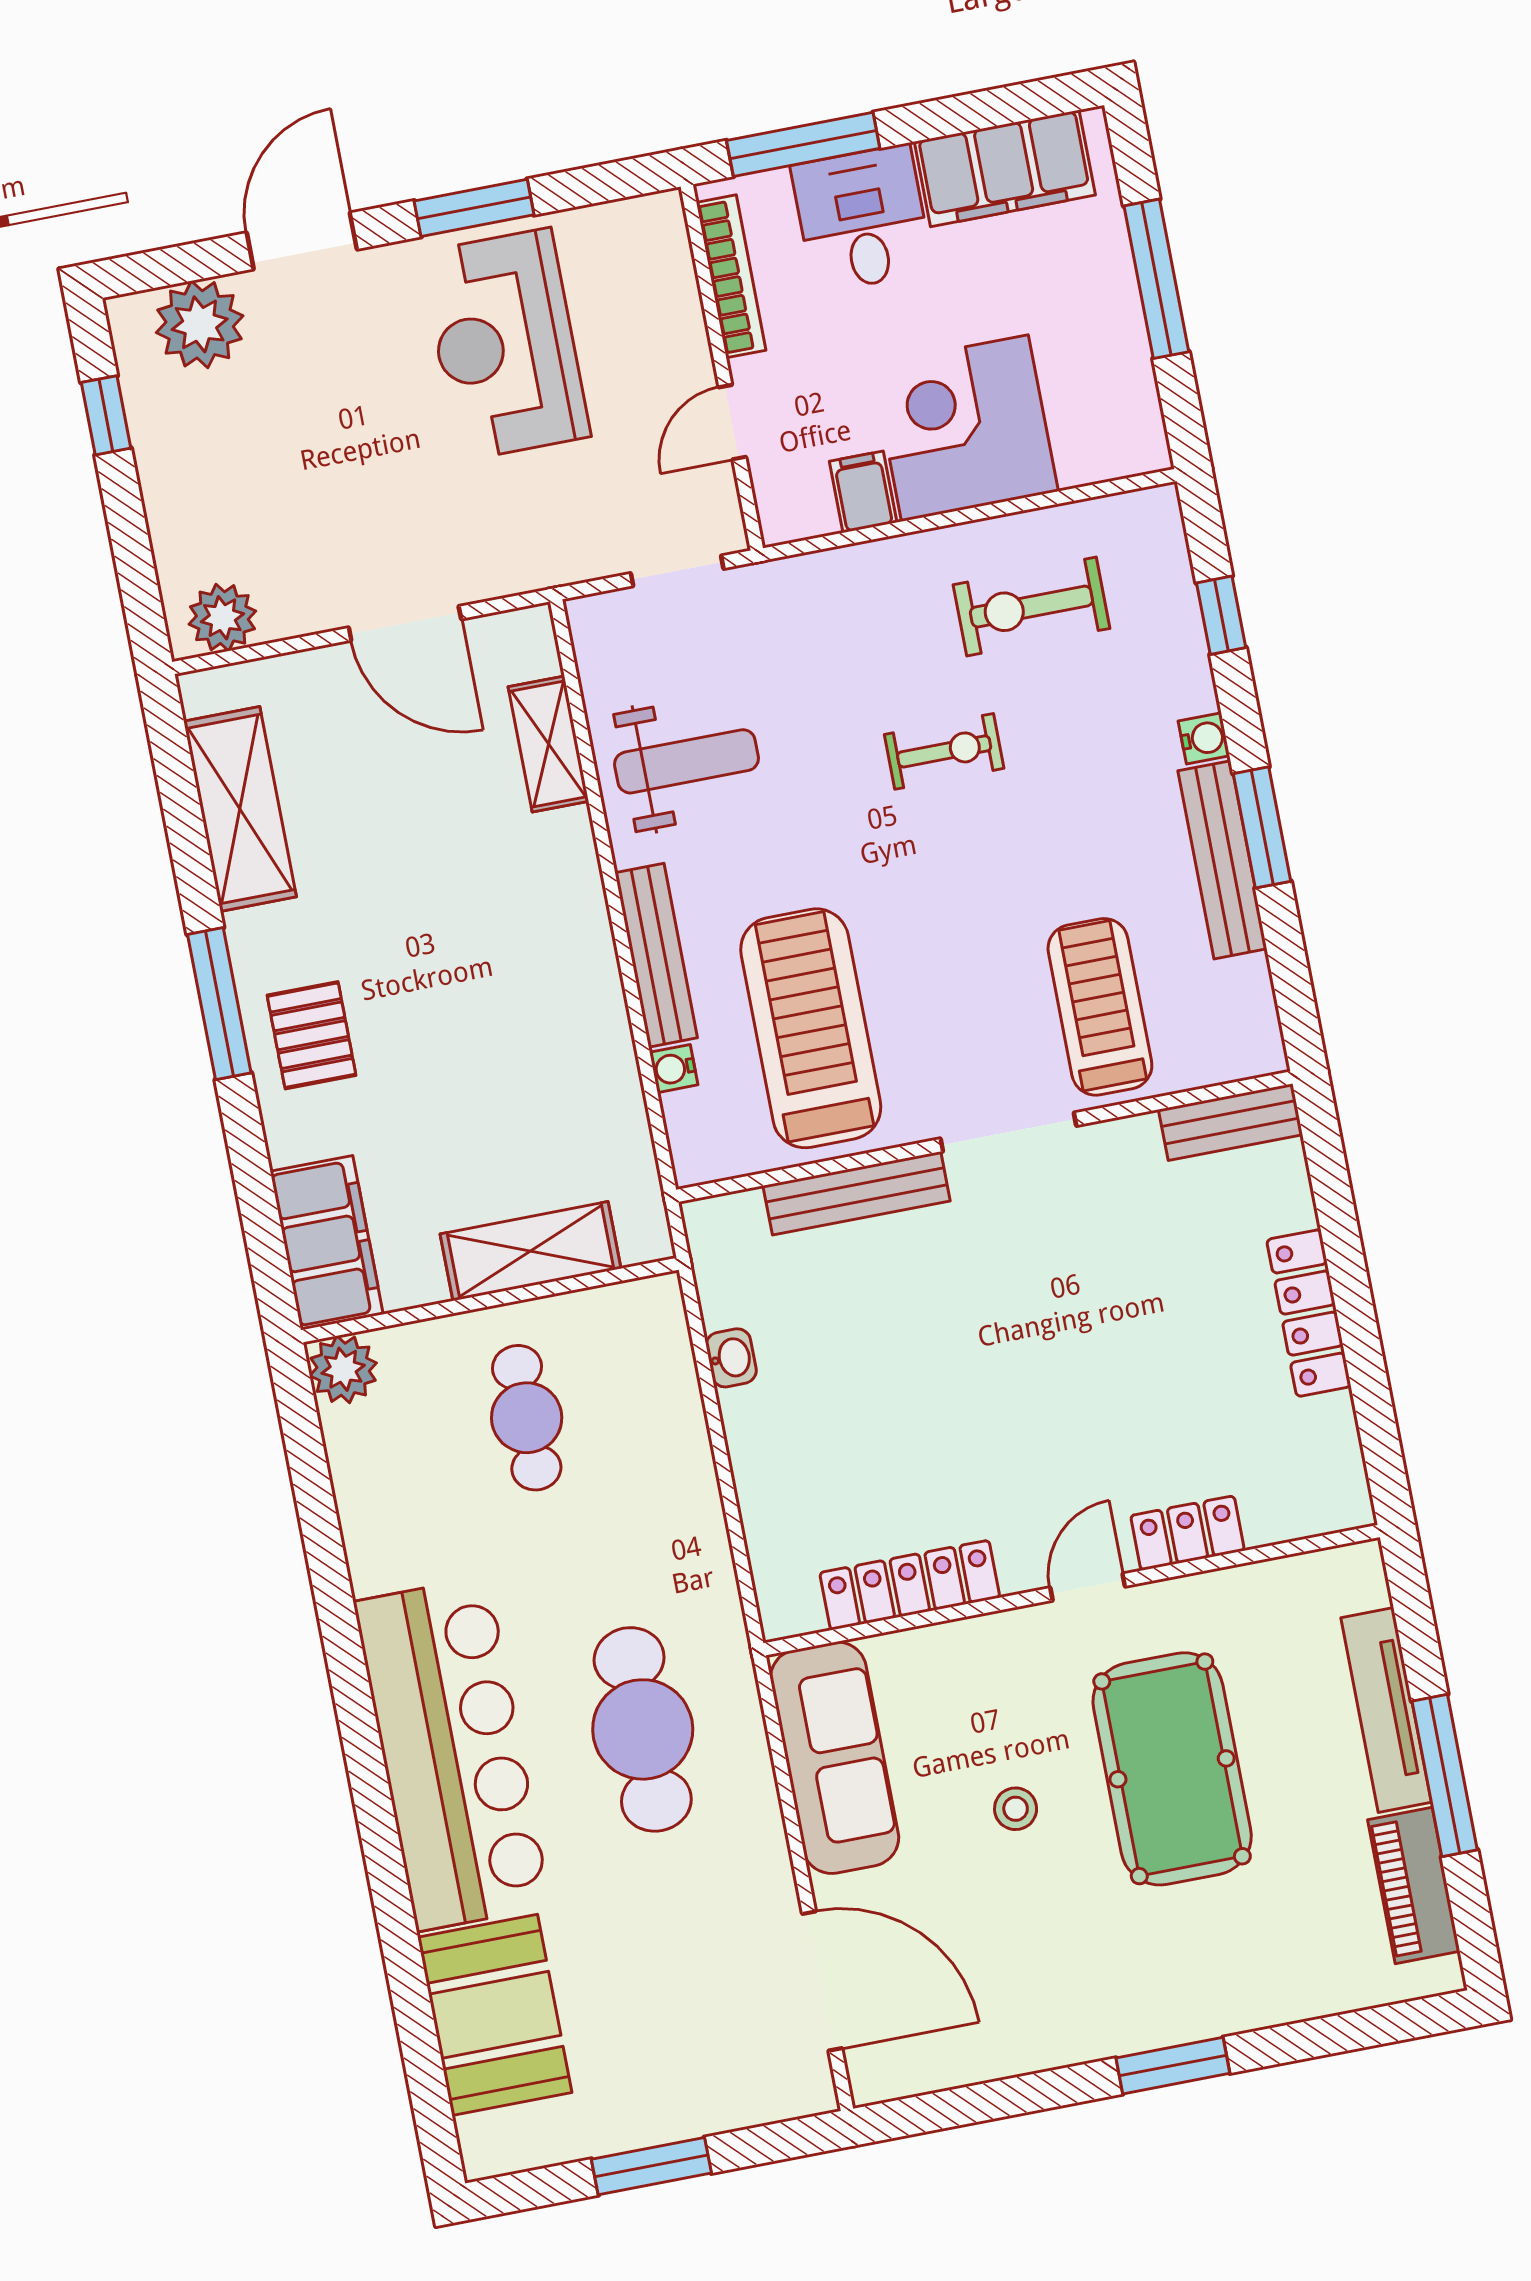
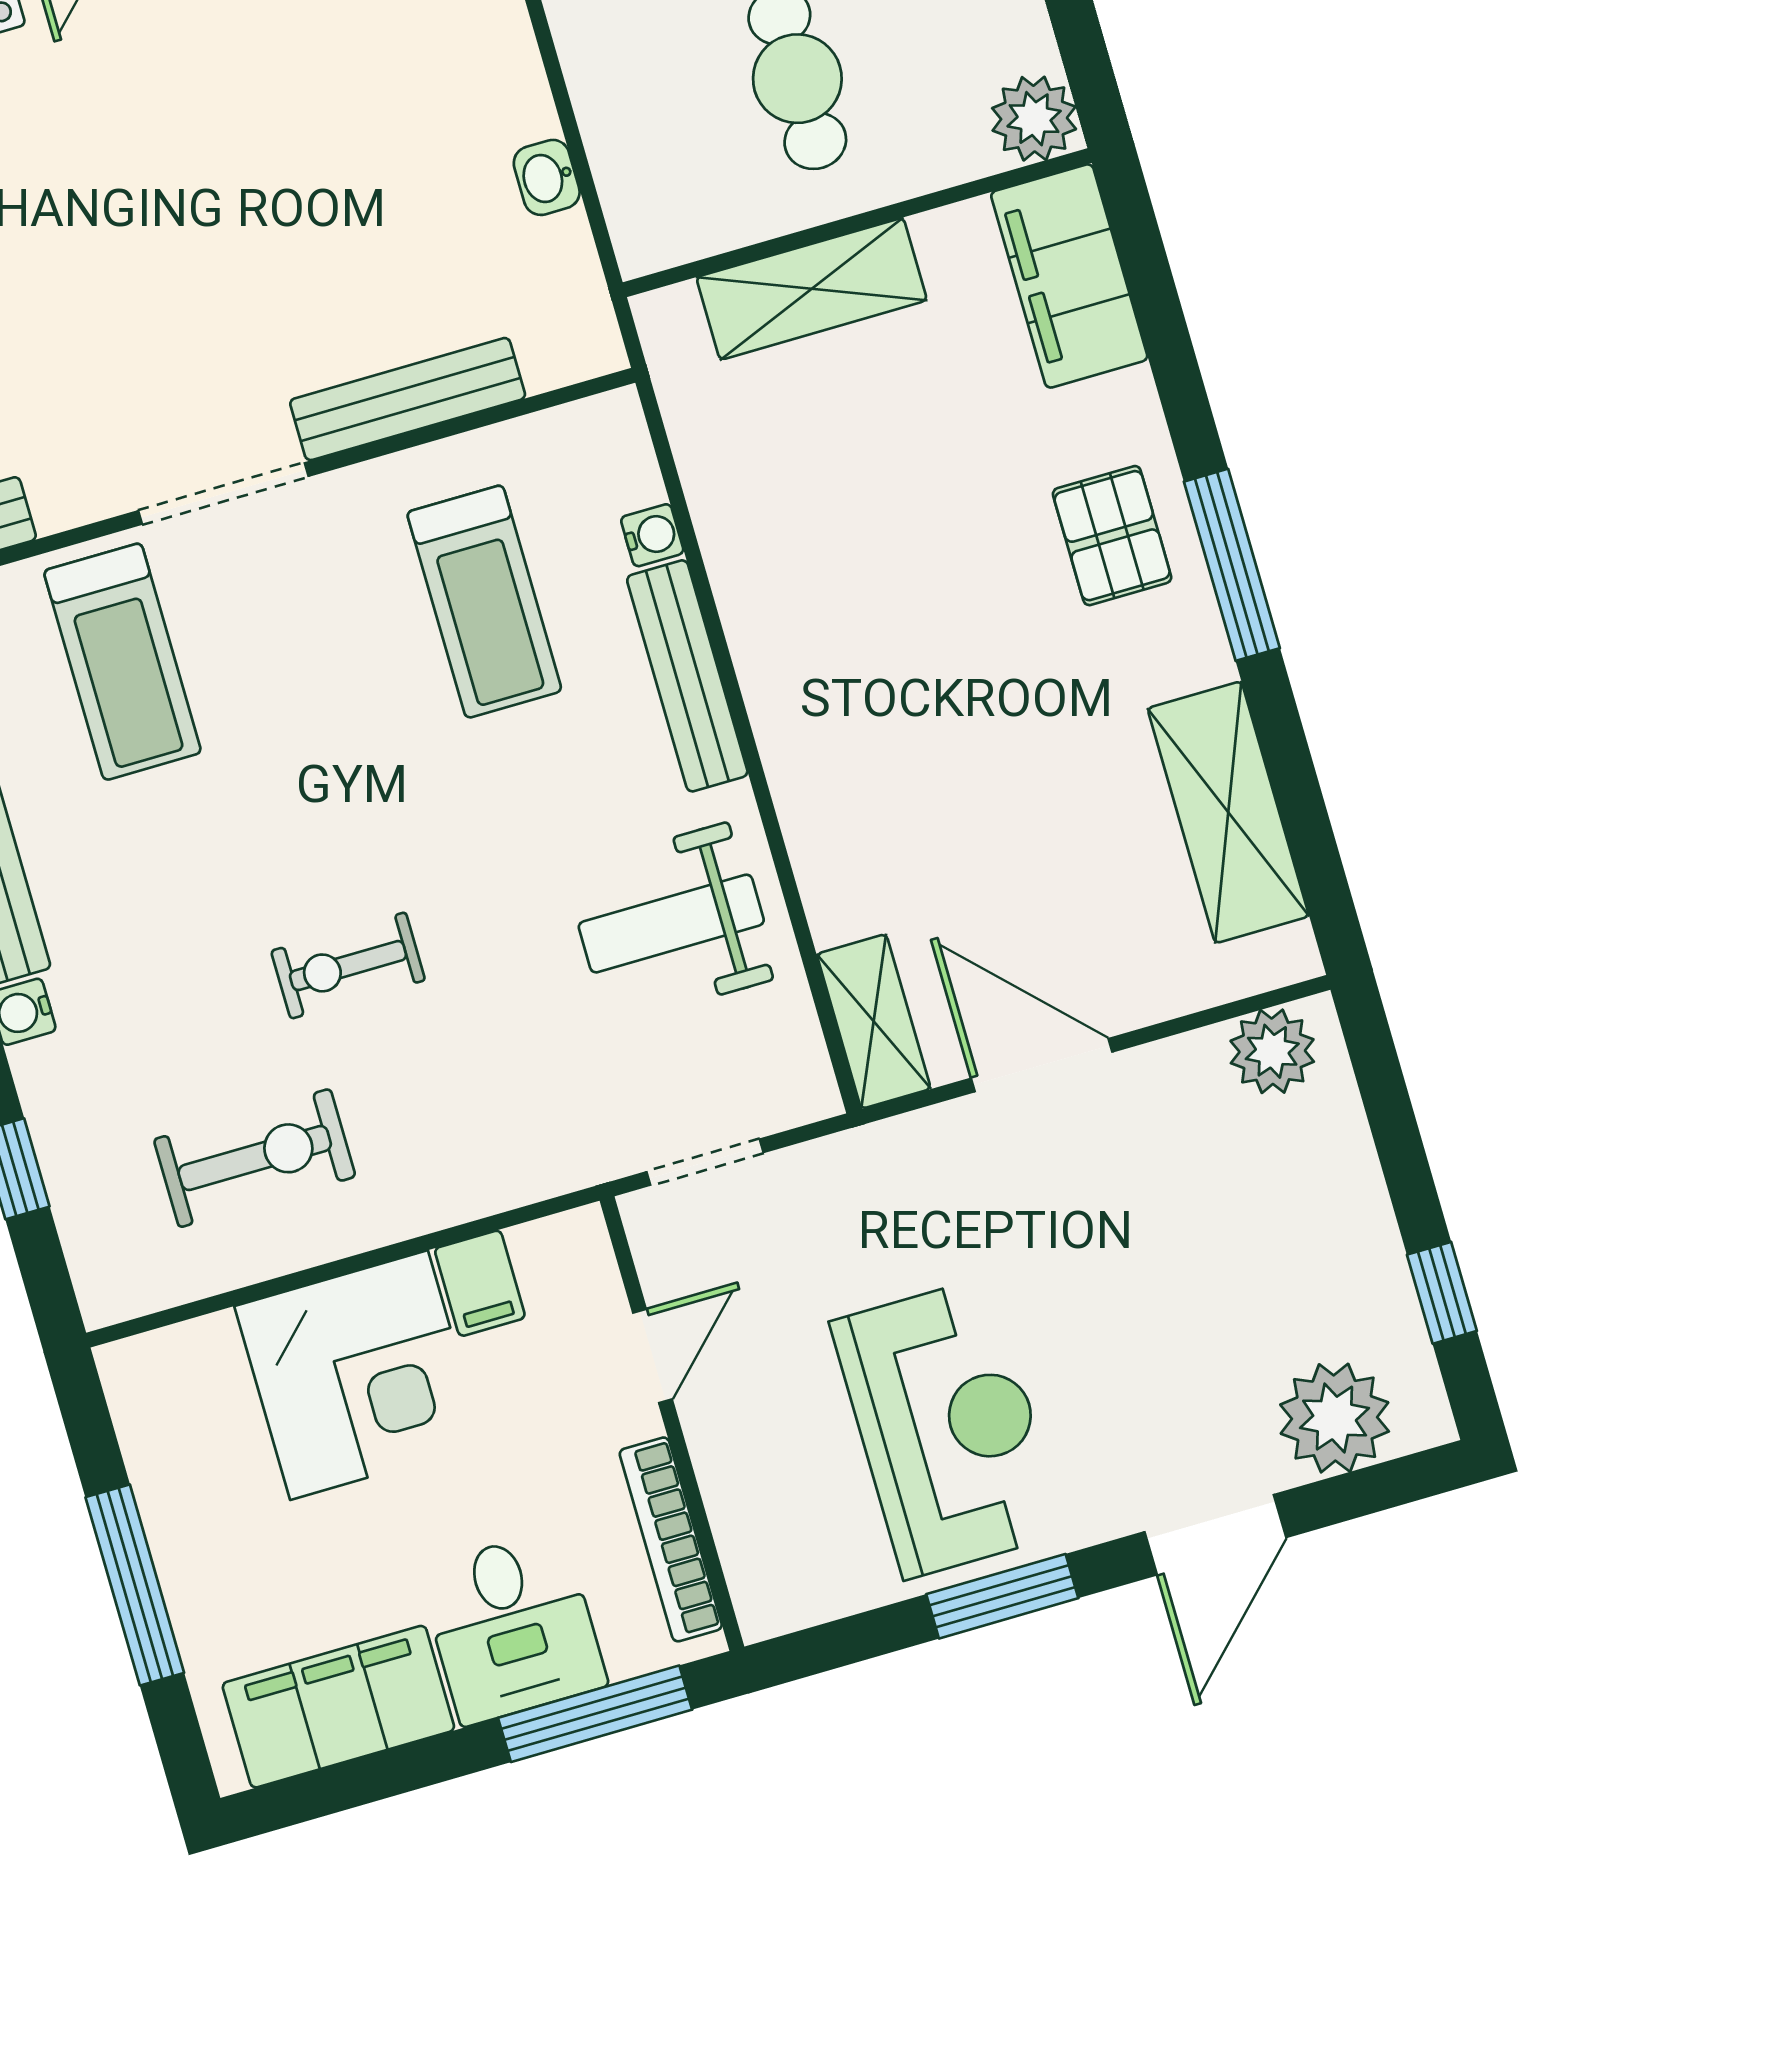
shelving: (548, 744) -> (874, 1021), moved
treadmill: (811, 1028) -> (484, 602), width x0.73, depth x0.73

